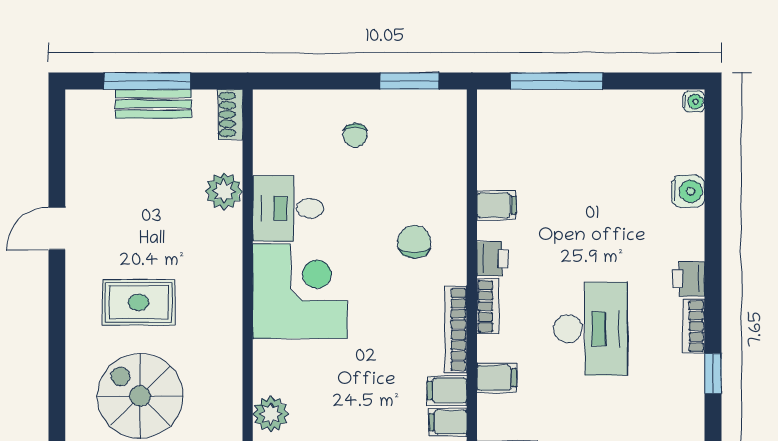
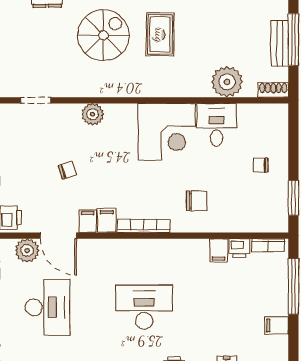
plant: (224, 191) -> (227, 82), width x1.36, depth x1.36
printer: (493, 259) -> (239, 248), moved
bookcase: (488, 306) -> (268, 245), moved
desk: (591, 329) -> (144, 307), turned 180
filing cabinet: (497, 378) -> (276, 325), moved, turned 90

